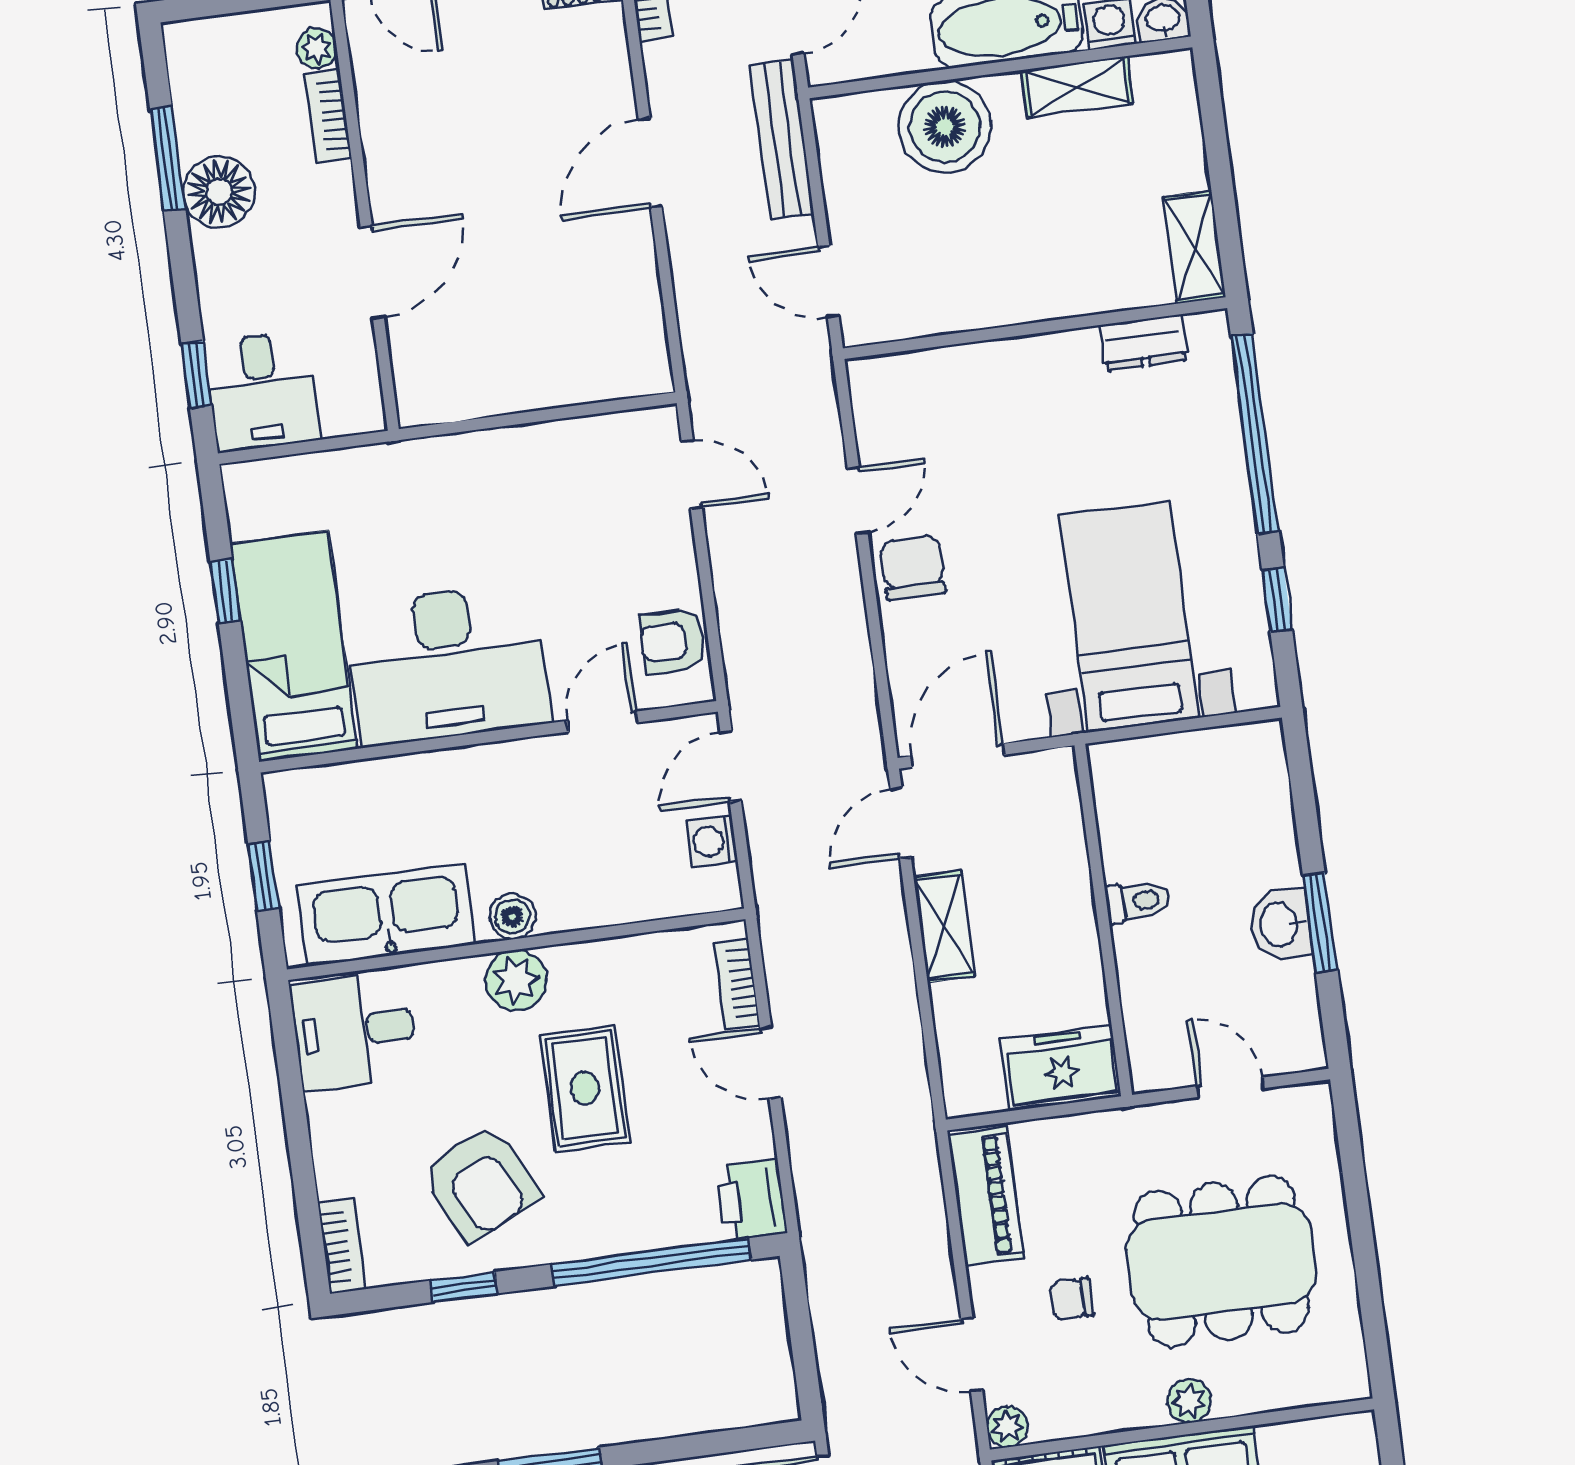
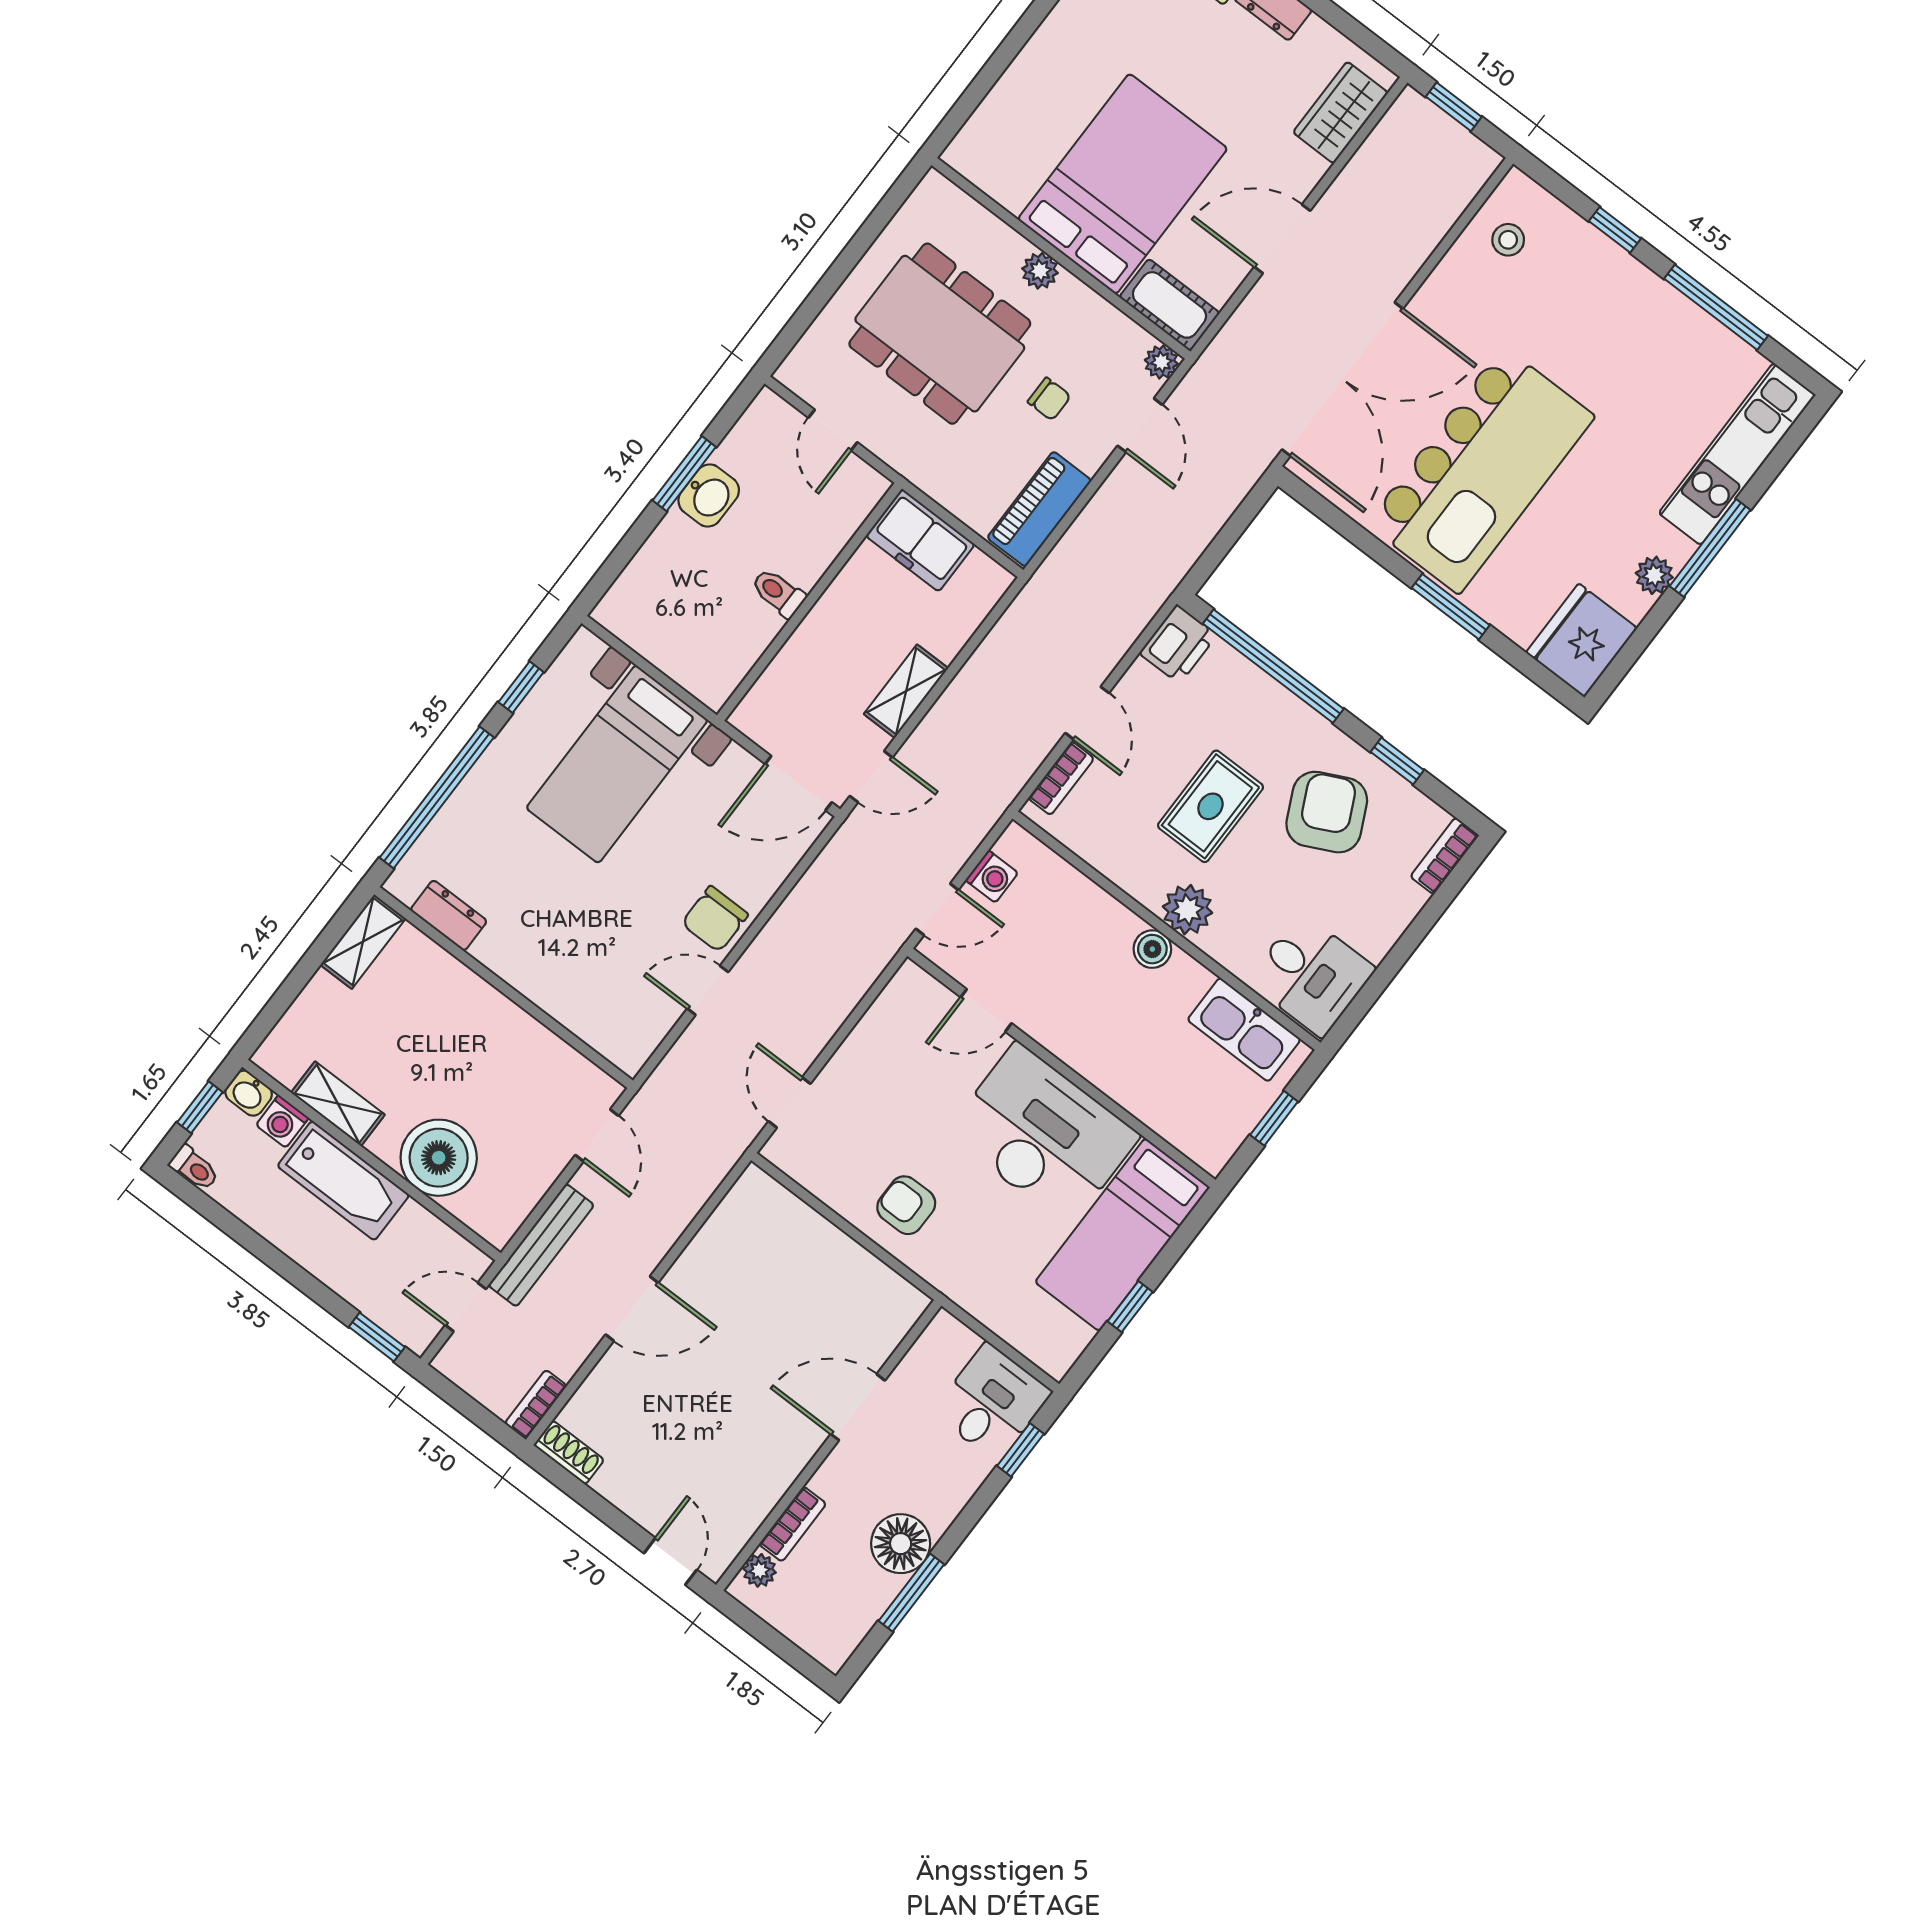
armchair: (672, 641) -> (906, 1205), moved, turned 180
kitchen sink: (386, 915) -> (1244, 1030), width x0.73, depth x0.81

